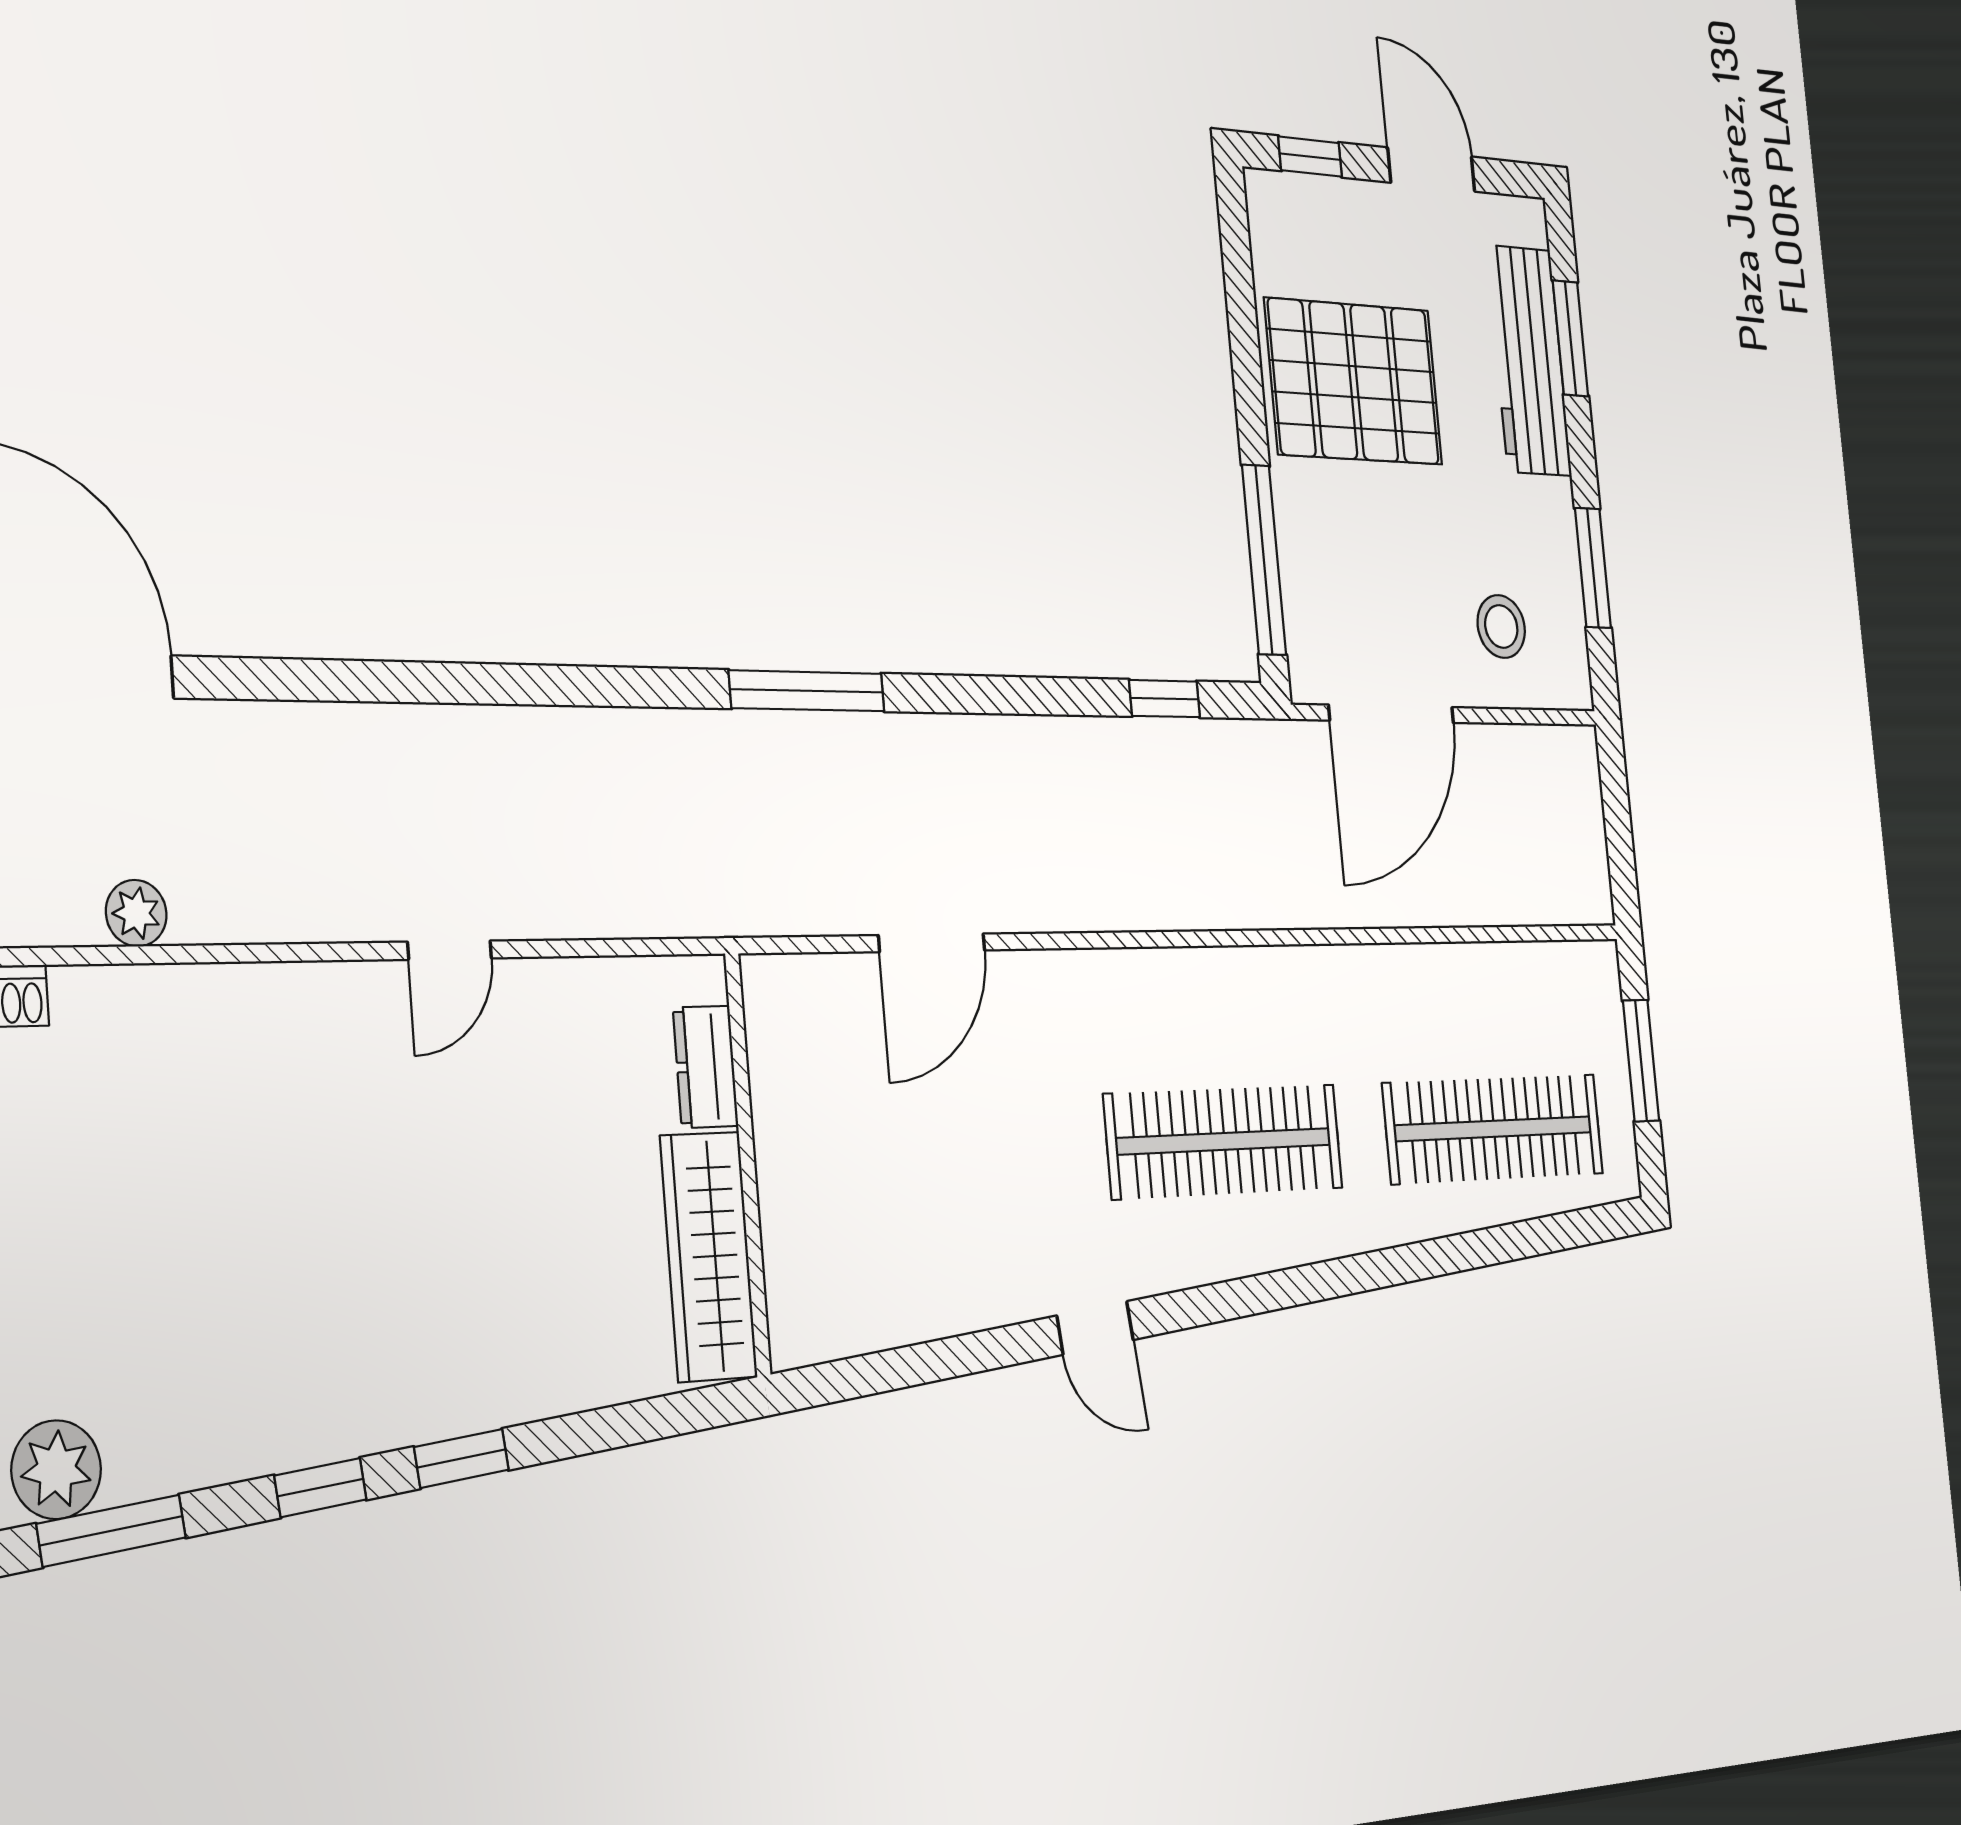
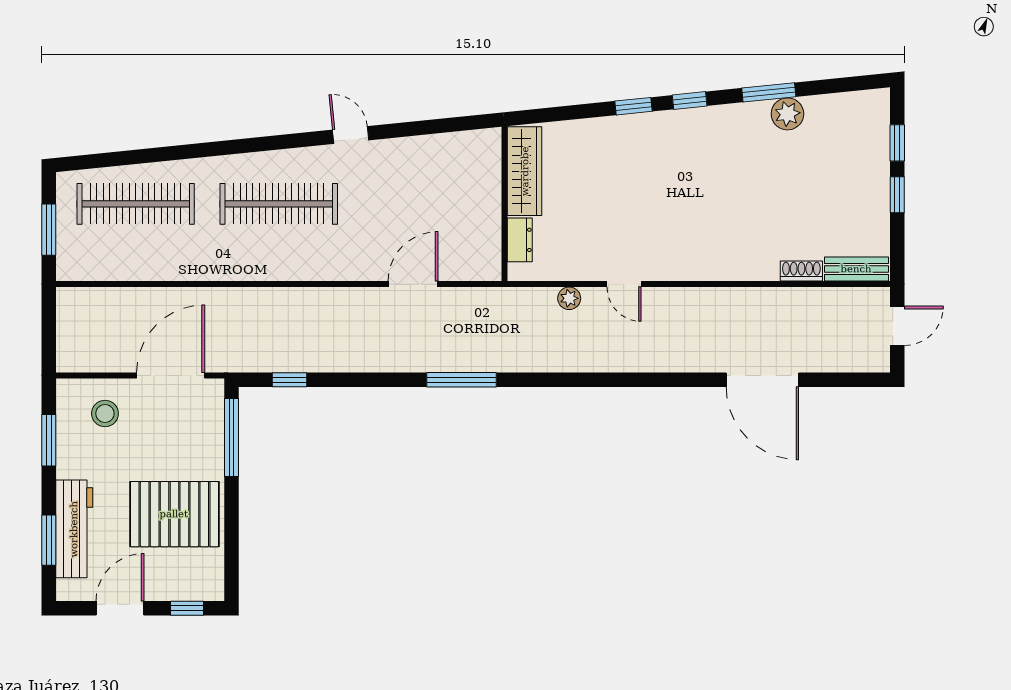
door: (1431, 170) -> (120, 608), swing flipped
plant: (136, 913) -> (569, 298), moved
door: (450, 950) -> (624, 284), swing flipped

